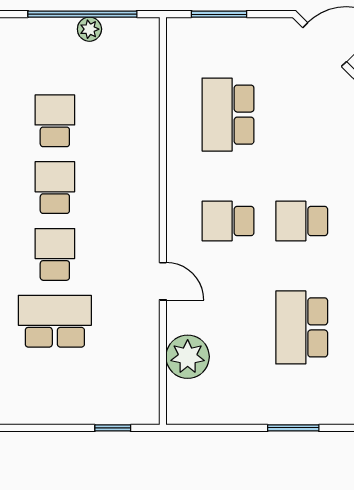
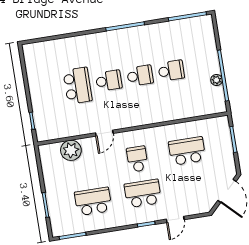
school desk: (302, 221) -> (143, 193), width x1.85

